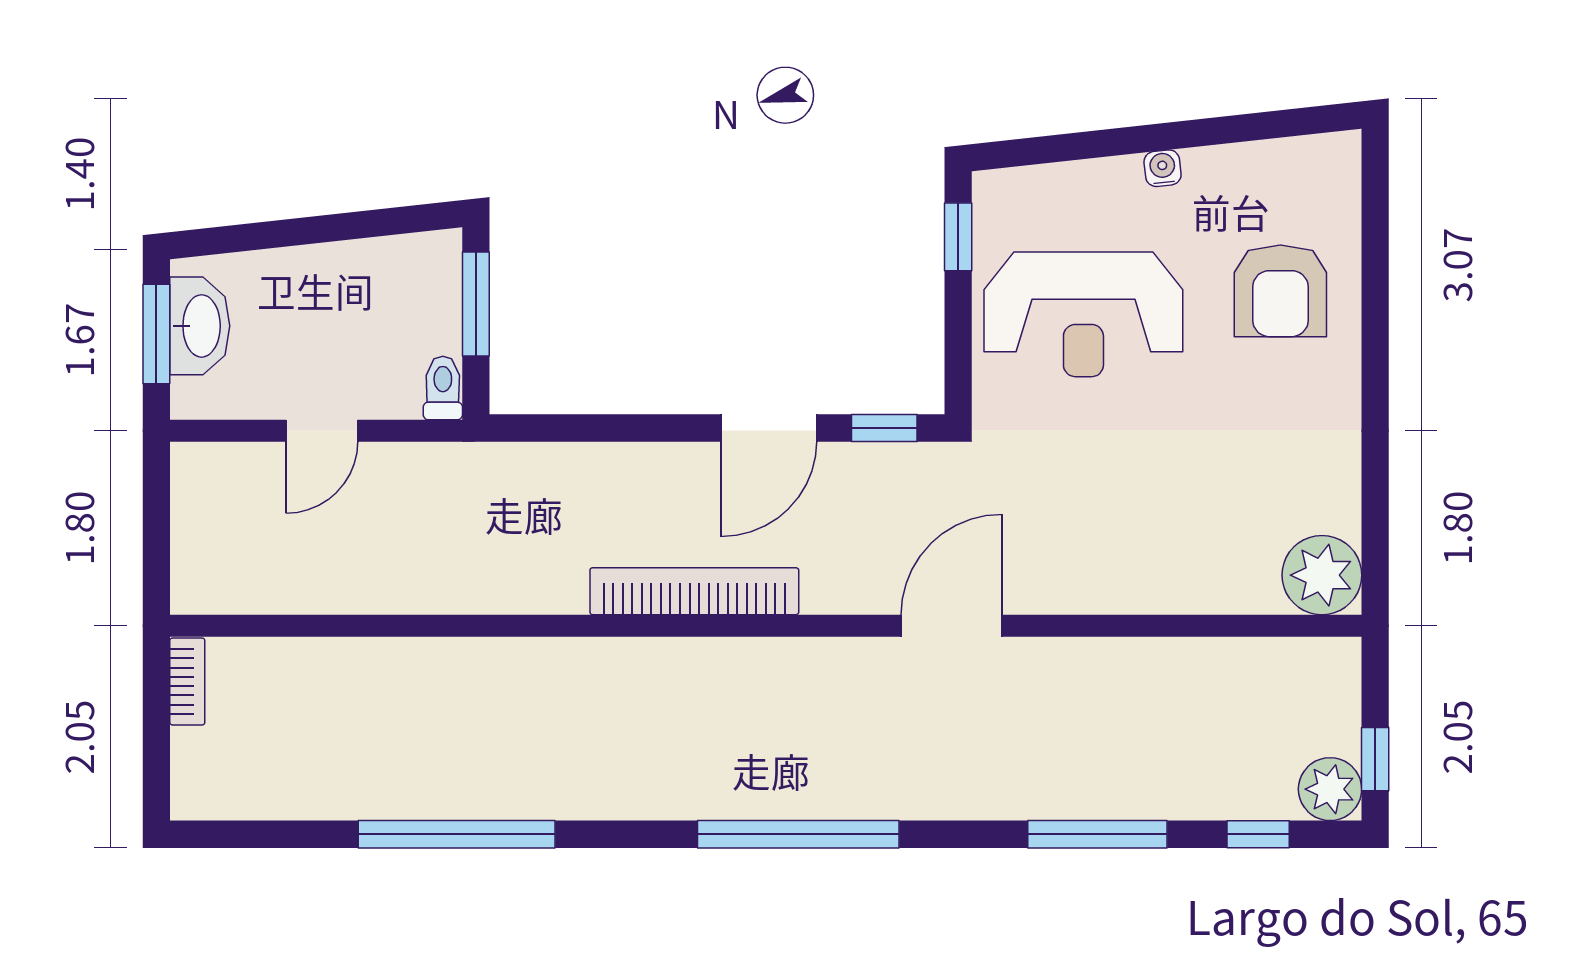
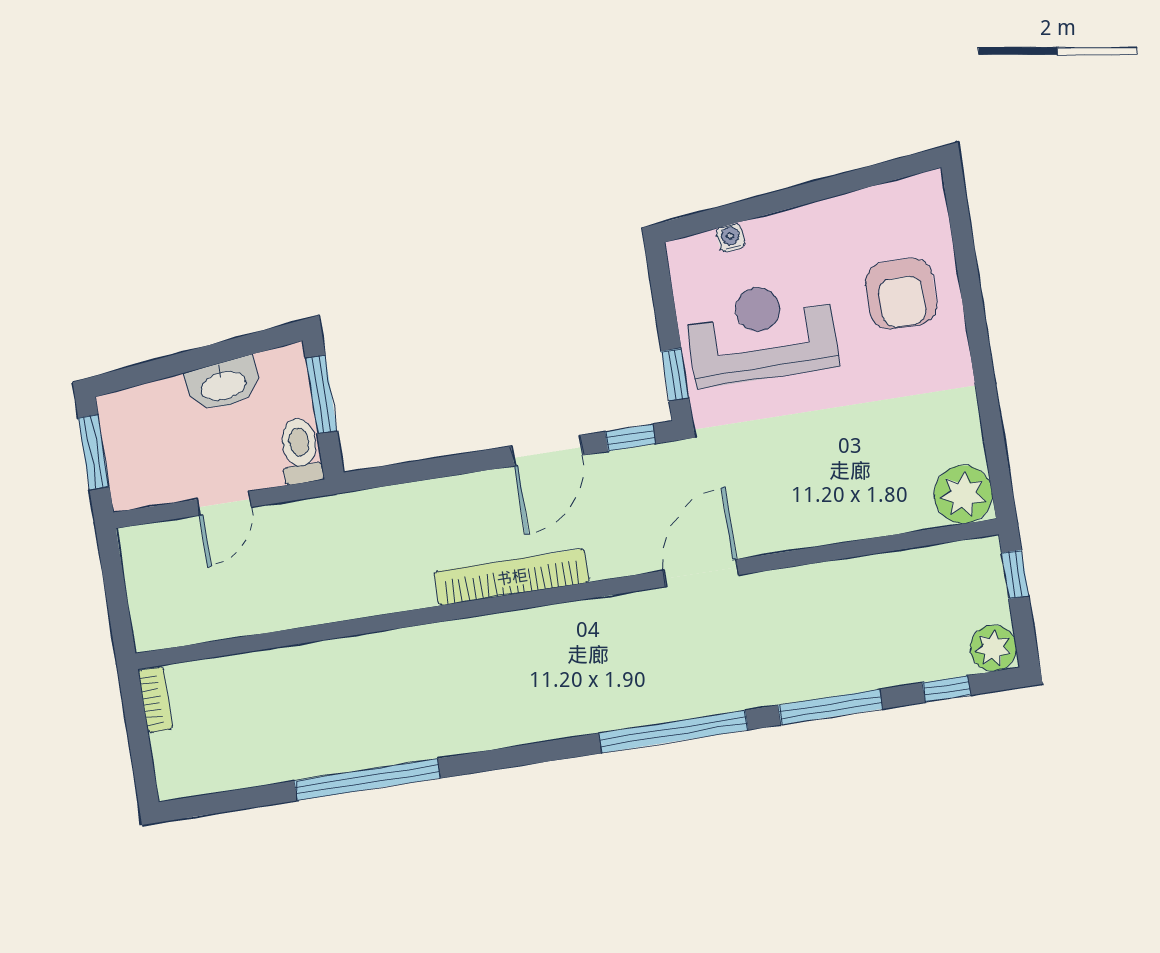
water cooler: (1163, 168) -> (731, 238), moved
window: (958, 237) -> (675, 374), moved
reception desk: (1083, 314) -> (761, 333), turned 180
washbasin: (200, 326) -> (223, 385), moved, turned 84
toilet: (443, 388) -> (300, 451), width x1.37, depth x1.39
window: (1375, 759) -> (1015, 574), moved
window: (798, 834) -> (673, 732), moved

